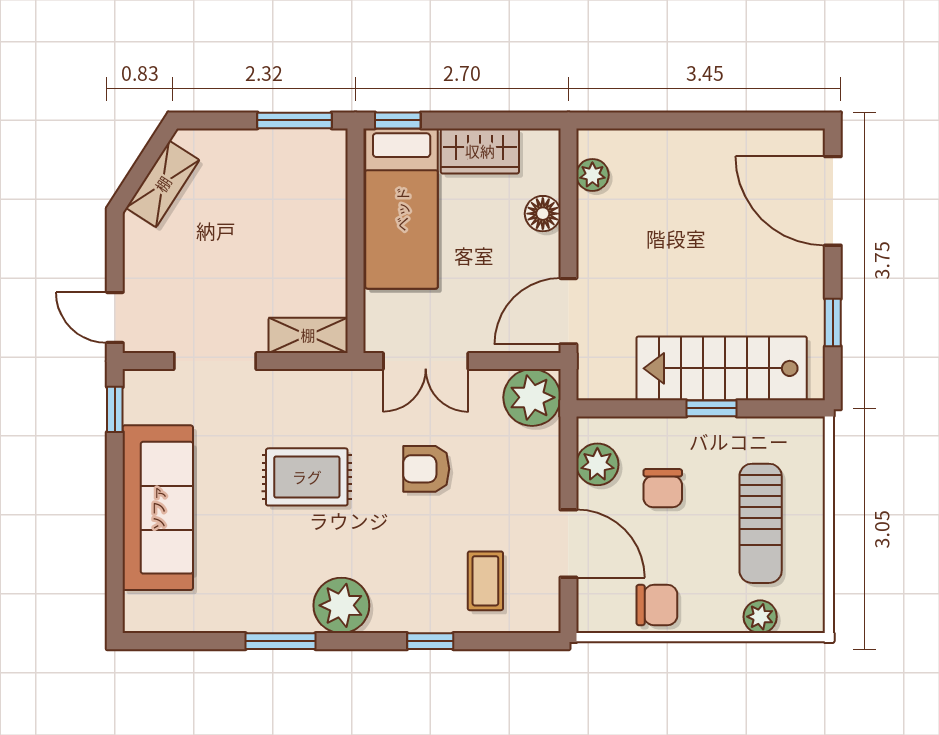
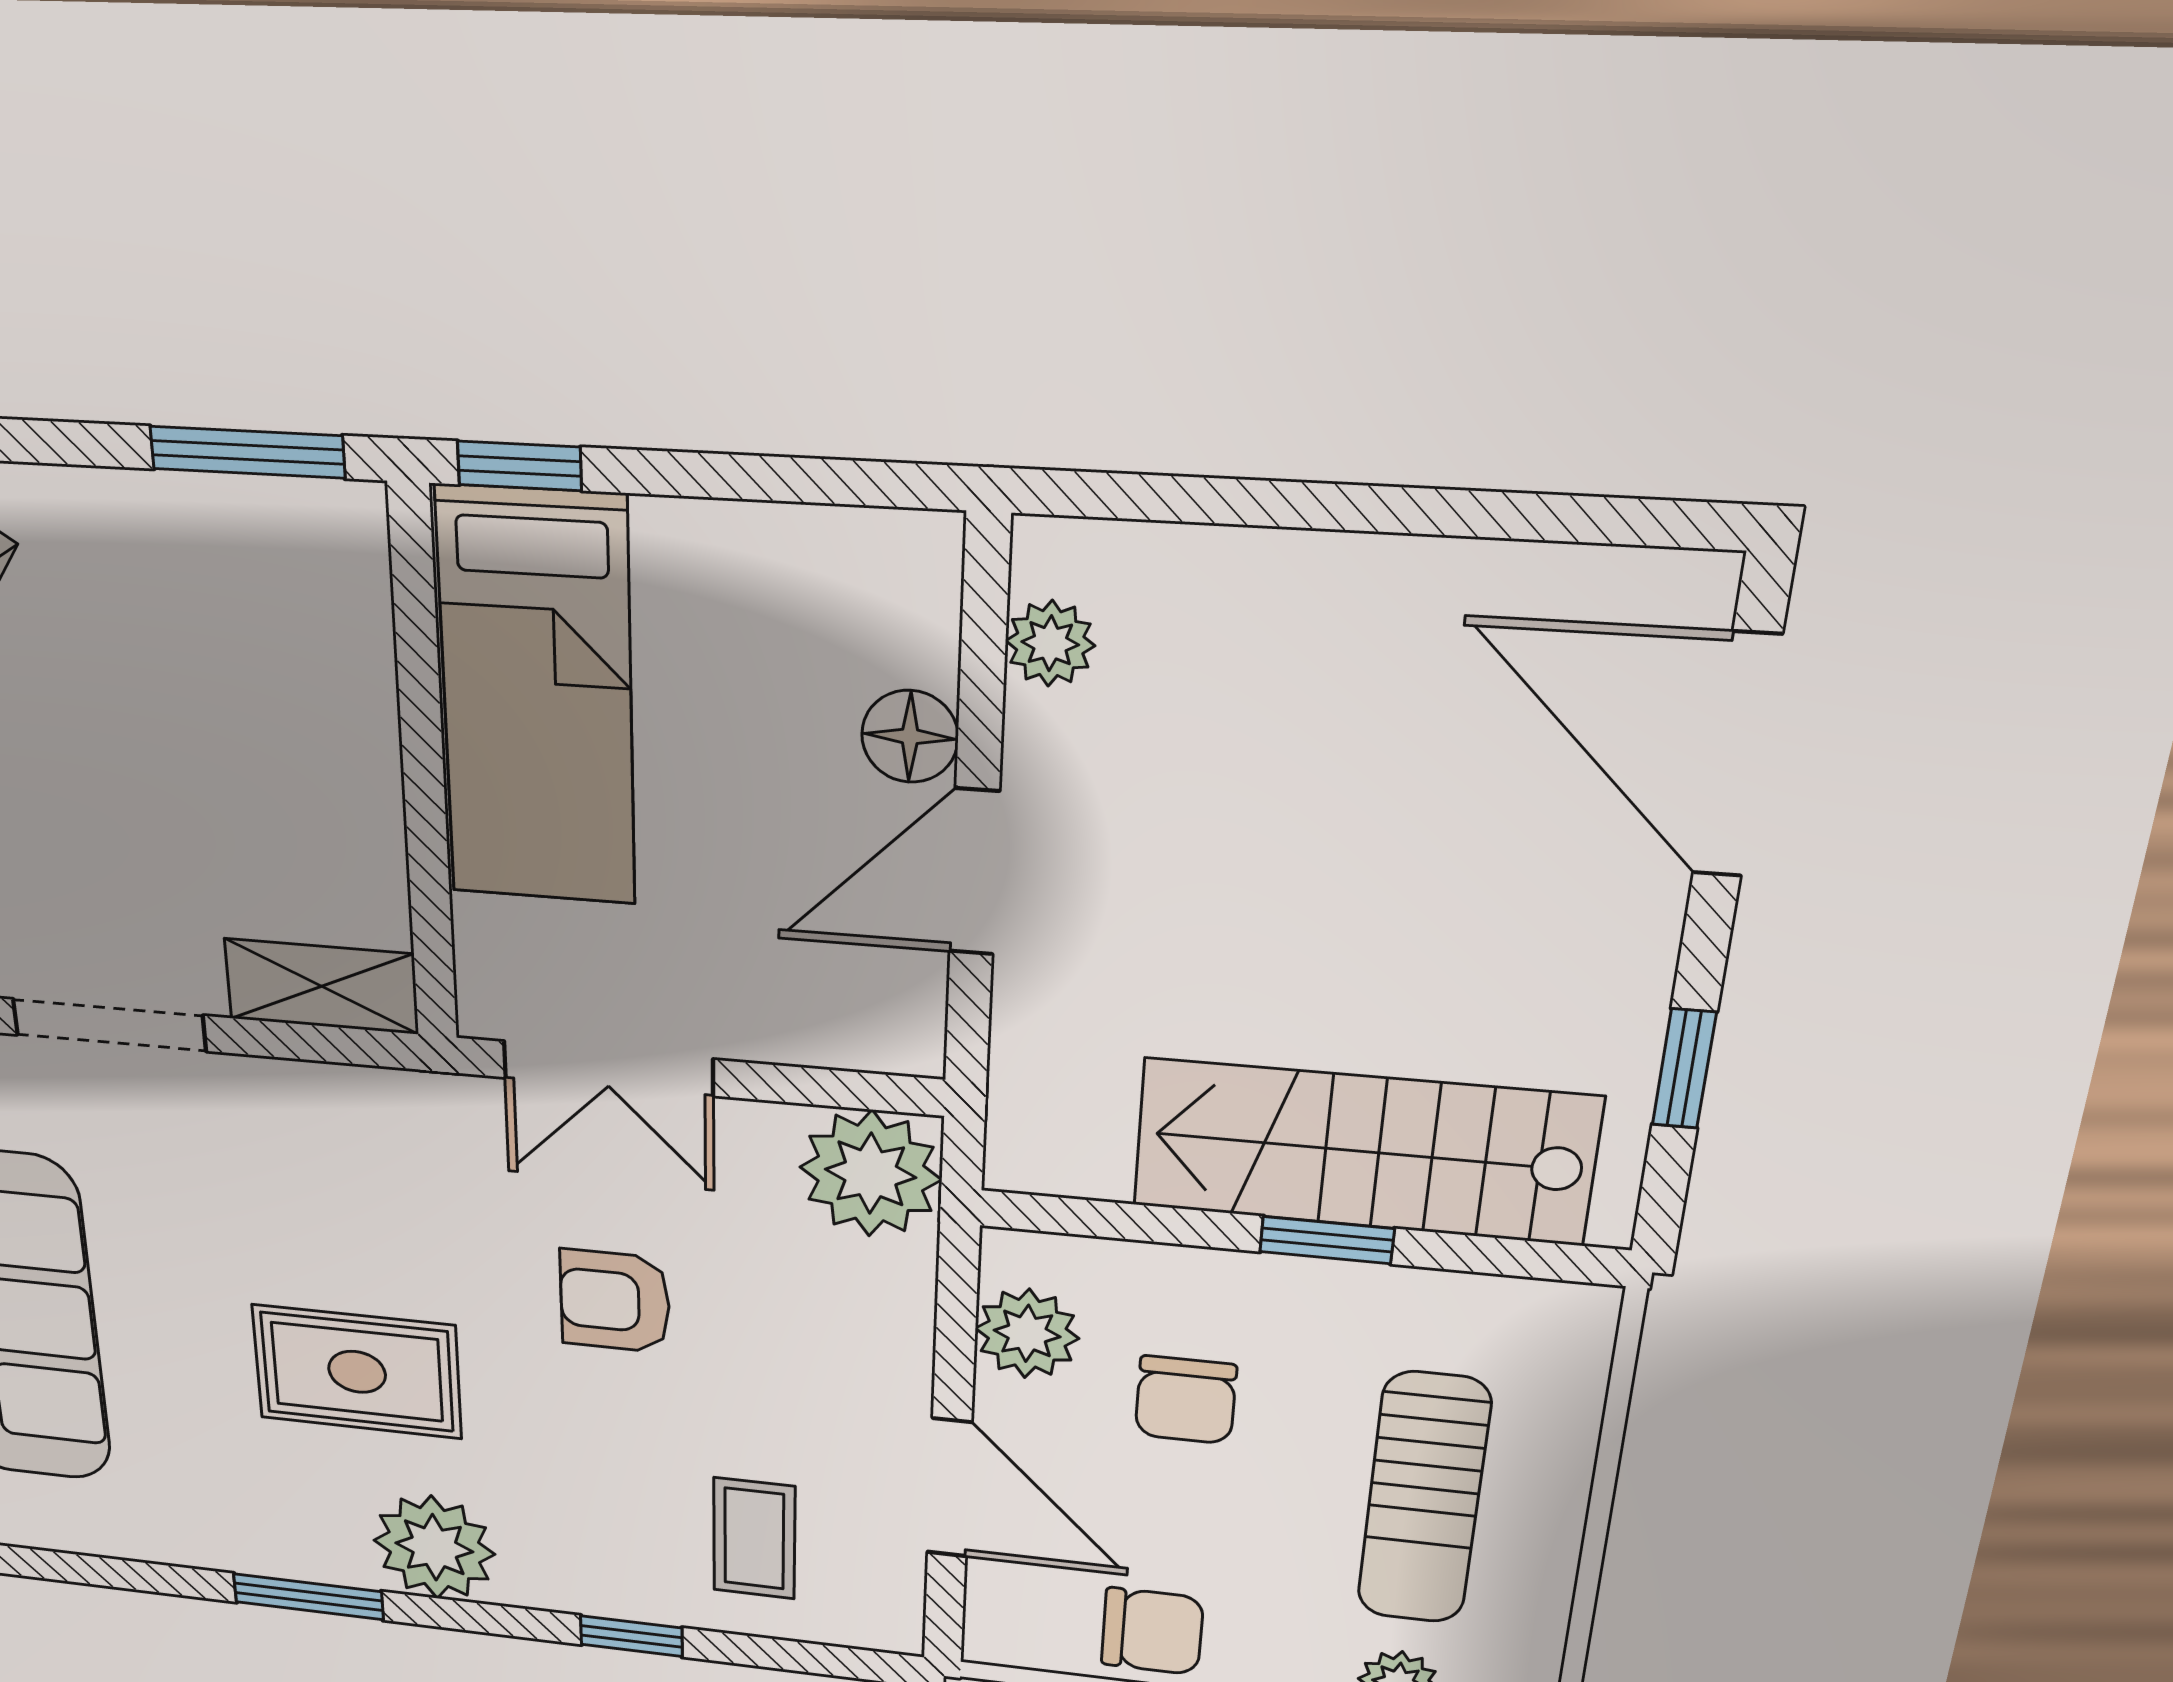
wardrobe: (480, 151) -> (742, 561), removed
door: (568, 311) -> (974, 872), moved
rug: (307, 477) -> (357, 1372), moved

